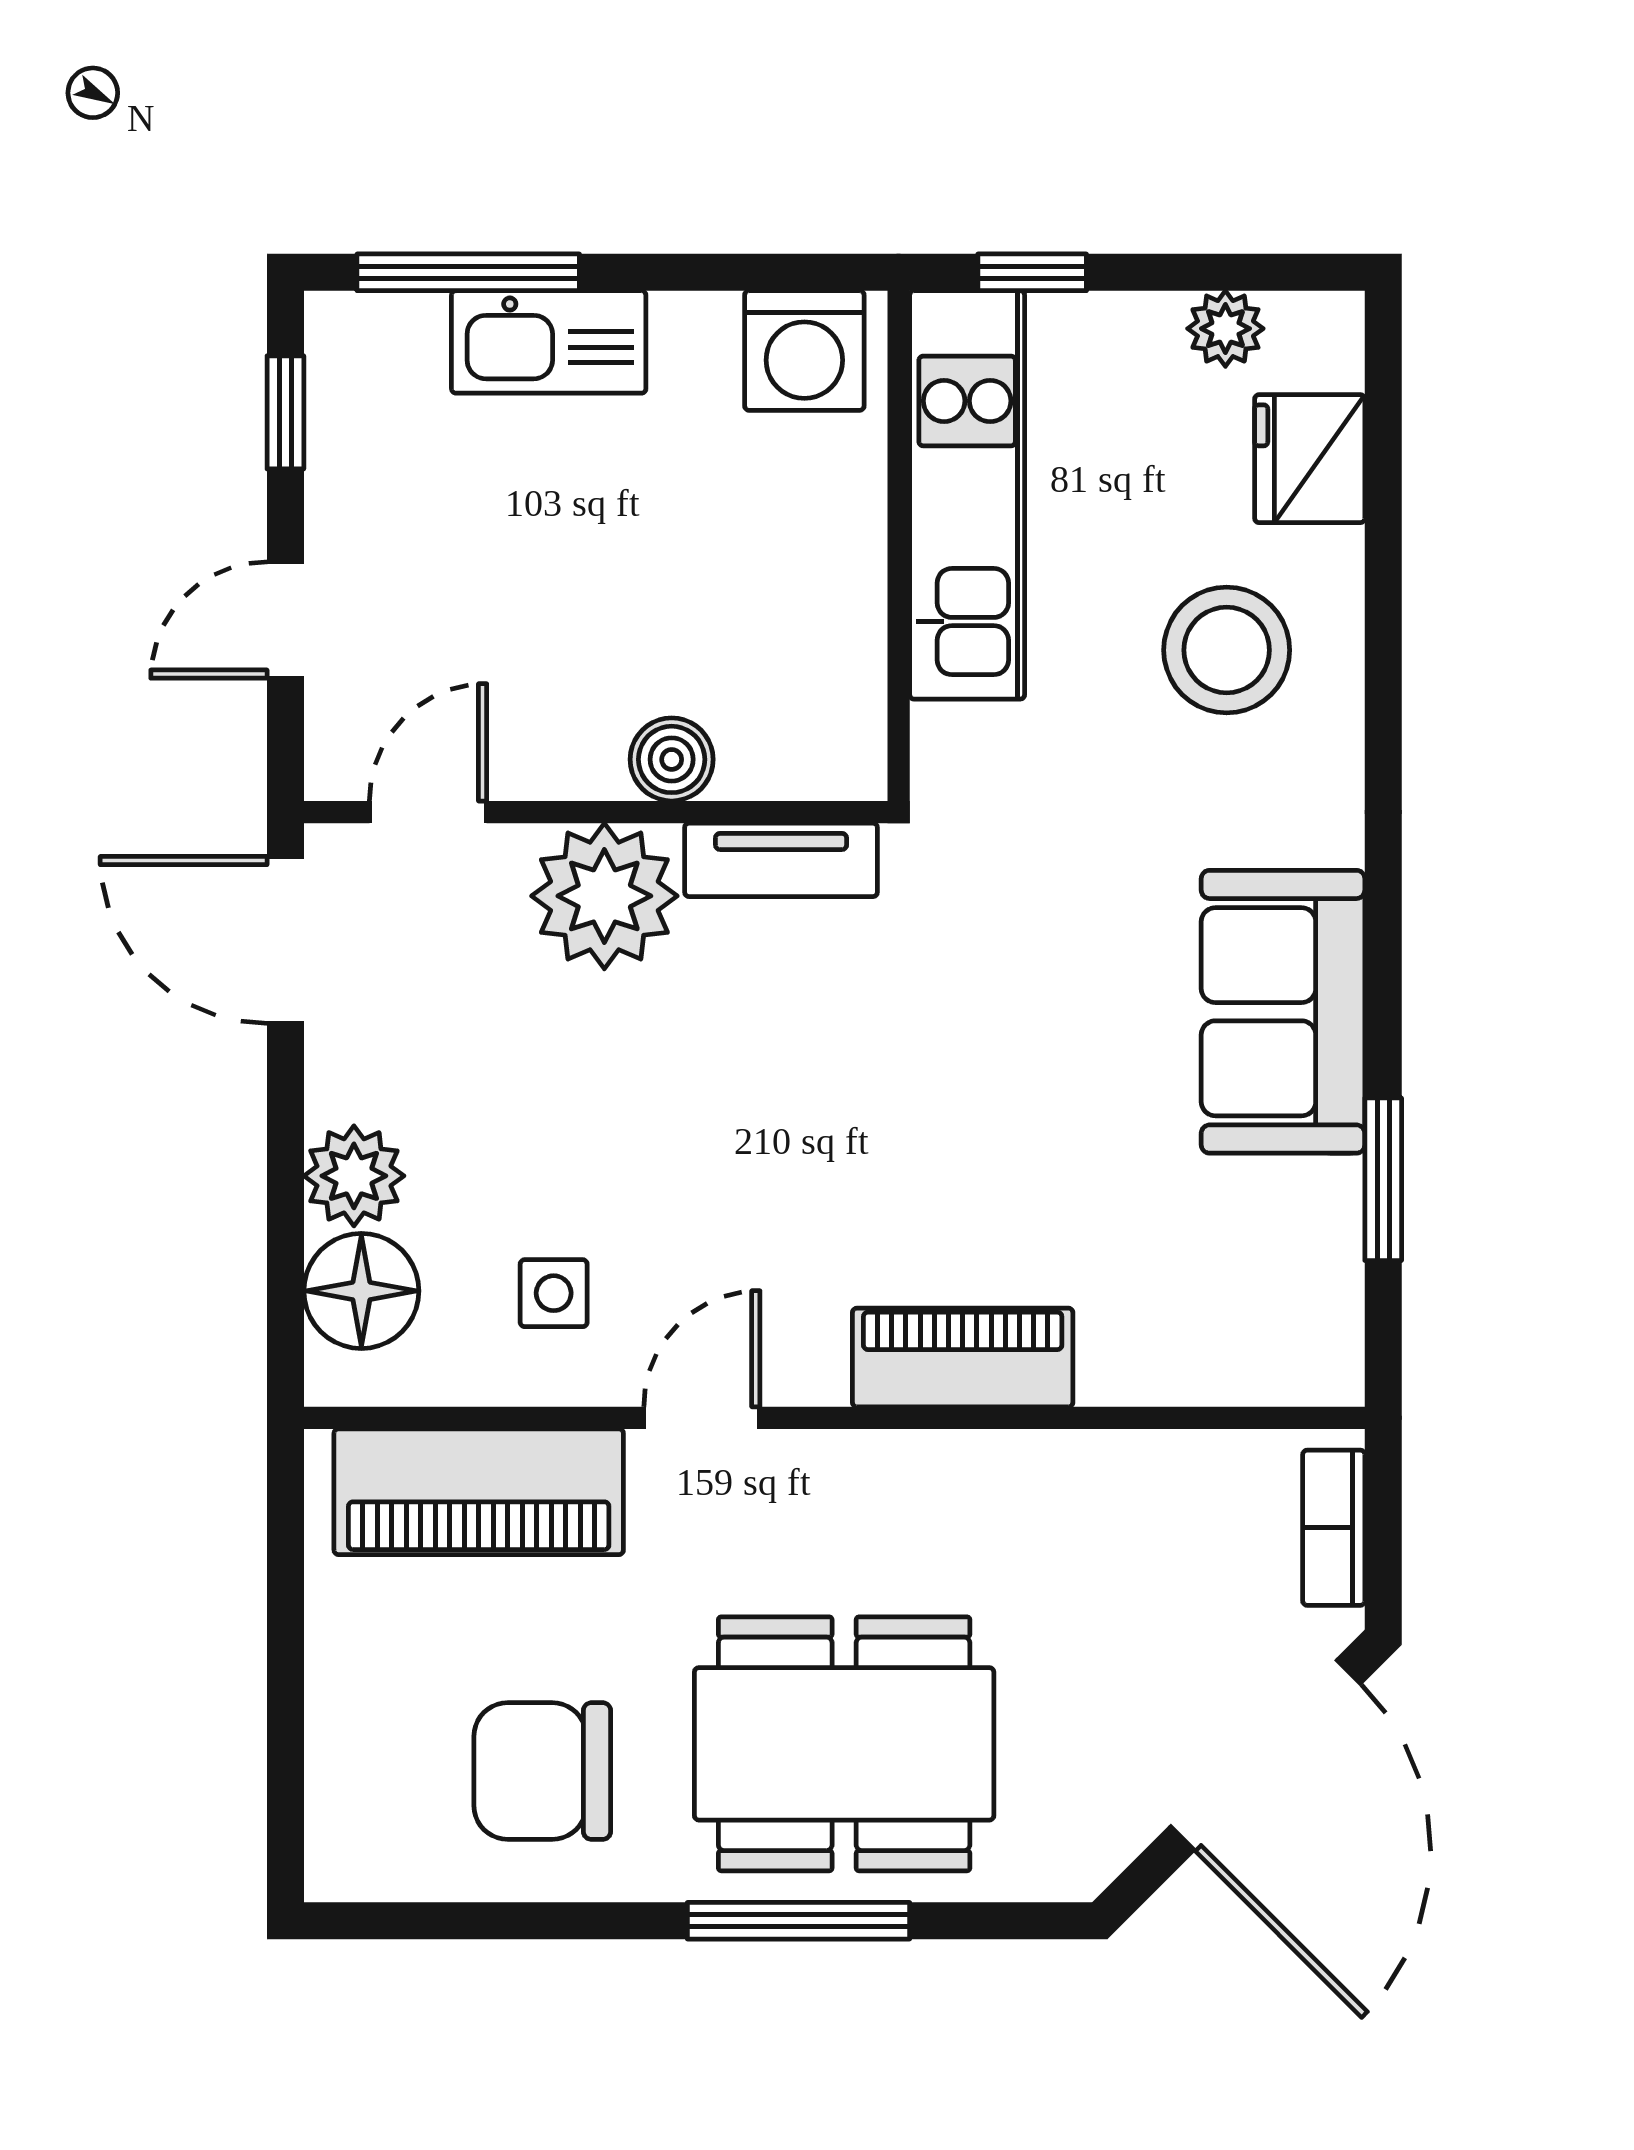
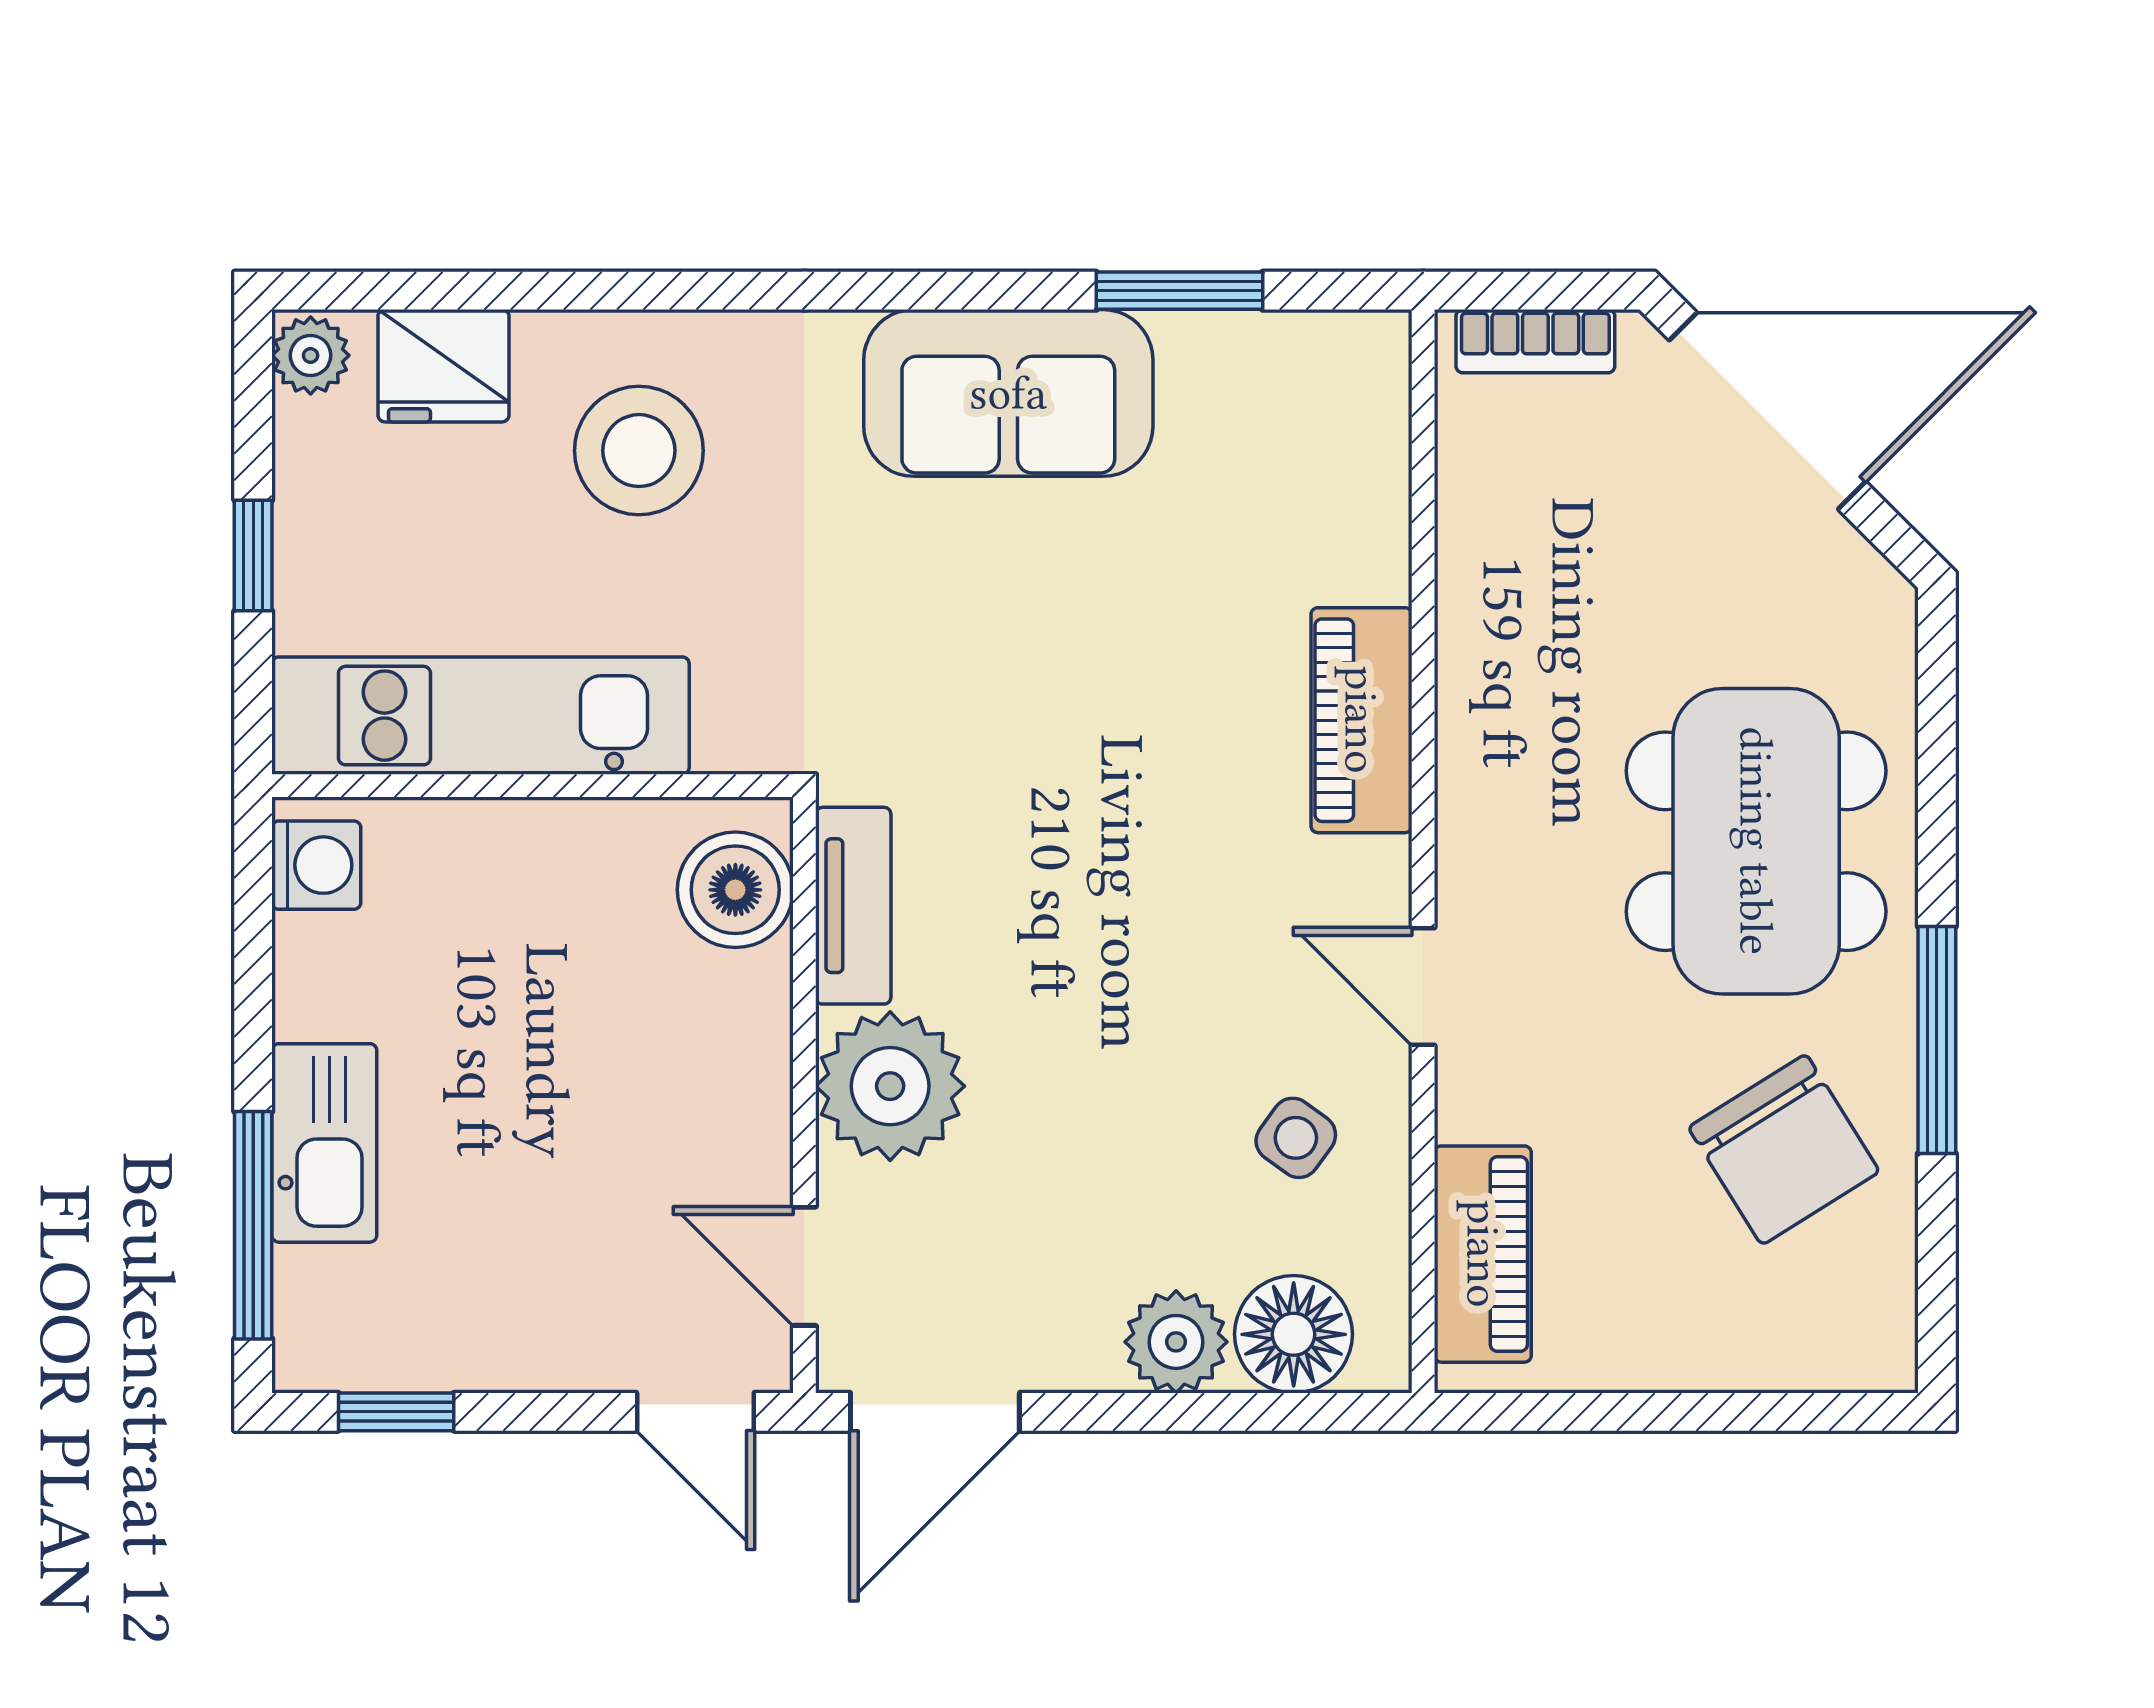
window: (1032, 272) -> (253, 555), moved
plant: (1225, 329) -> (311, 355), moved
washing machine: (804, 351) -> (316, 865), width x0.73, depth x0.73
door: (285, 620) -> (695, 1412), moved
boiler: (672, 759) -> (735, 890), moved, width x1.36, depth x1.36
side table: (554, 1293) -> (1296, 1138), turned 36
piano: (479, 1492) -> (1483, 1254), width x0.73, depth x0.75
chair: (542, 1771) -> (1784, 1150), turned -32
window: (799, 1921) -> (1937, 1040), moved

